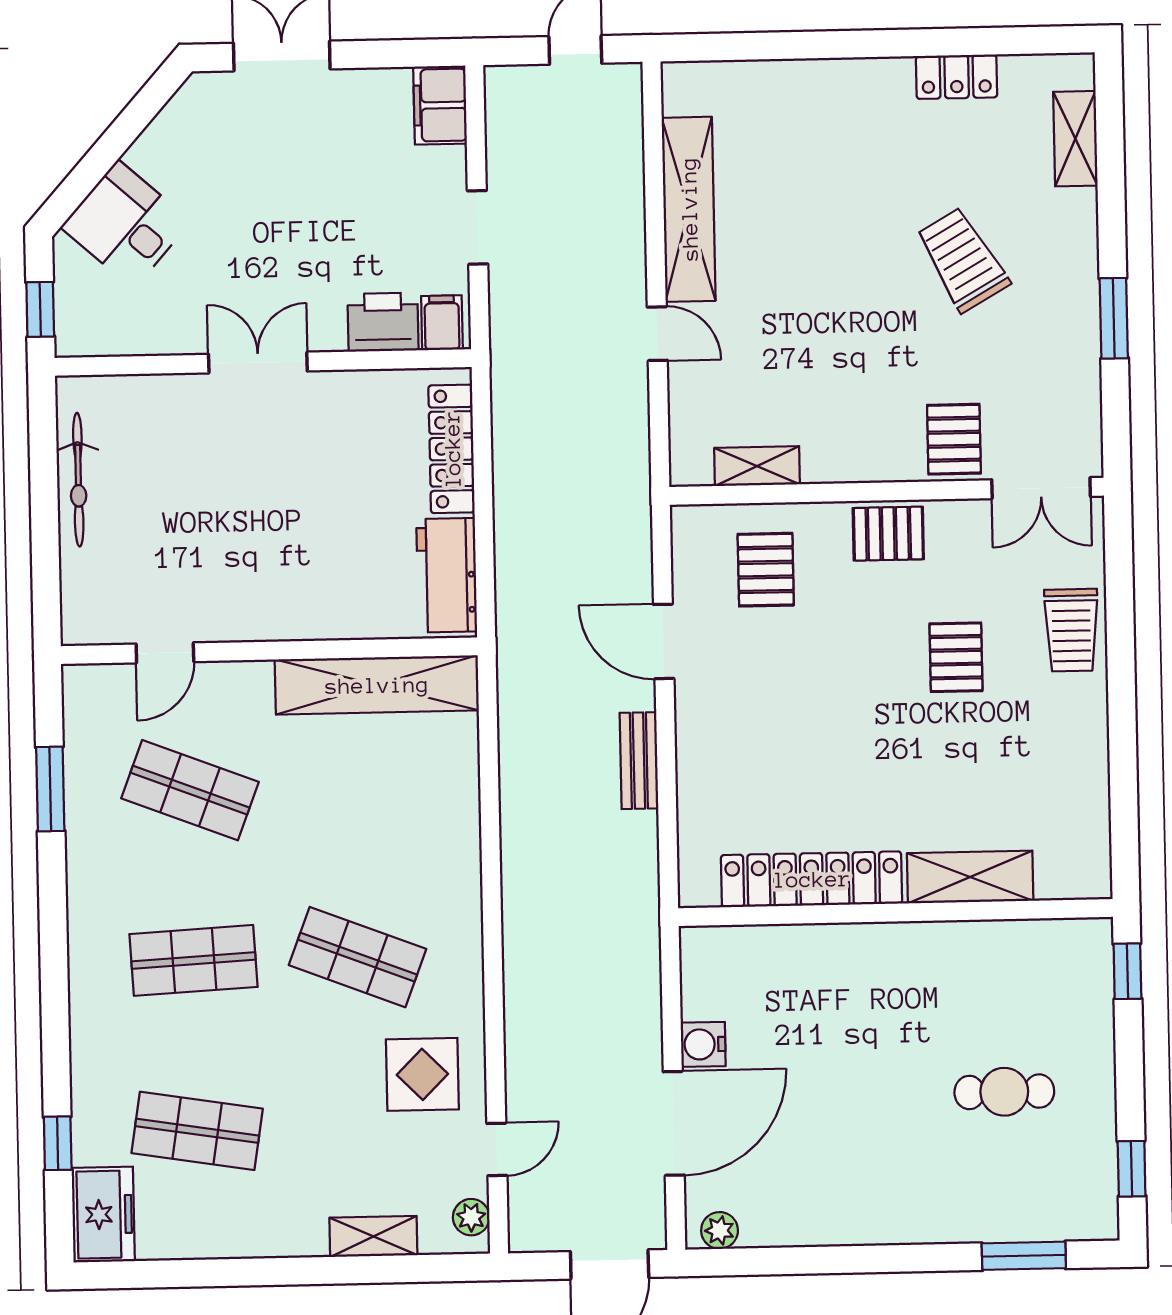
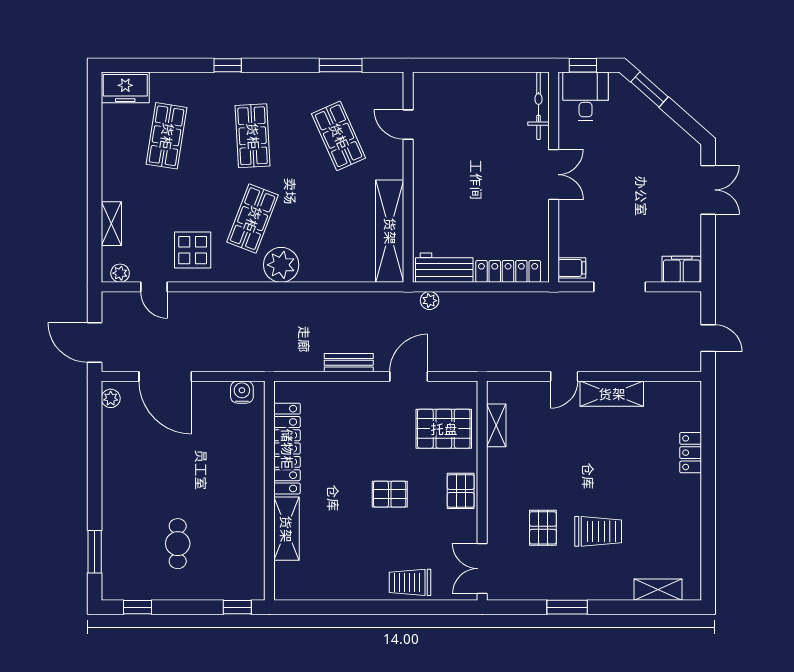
locker: (957, 77) -> (691, 453), moved
window: (85, 176) -> (649, 89), added
shelving: (689, 209) -> (612, 394), width x0.68
desk: (126, 224) -> (586, 96), moved, turned -41
doorway: (478, 227) -> (620, 287), width x1.38
trolley: (963, 260) -> (598, 531), turned 30
printer: (383, 322) -> (573, 238), removed
pallet: (954, 439) -> (543, 528), moved, turned 90
bicycle: (78, 480) -> (538, 106), moved, turned 90
pallet: (766, 570) -> (444, 429), width x1.50, depth x1.42
plant: (512, 603) -> (430, 301), added
pallet: (956, 657) -> (390, 494), moved
shop shelf: (190, 790) -> (339, 136), turned -45
plant: (448, 899) -> (281, 265), added
water cooler: (703, 1044) -> (242, 392), moved
window: (58, 1143) -> (228, 65), moved

